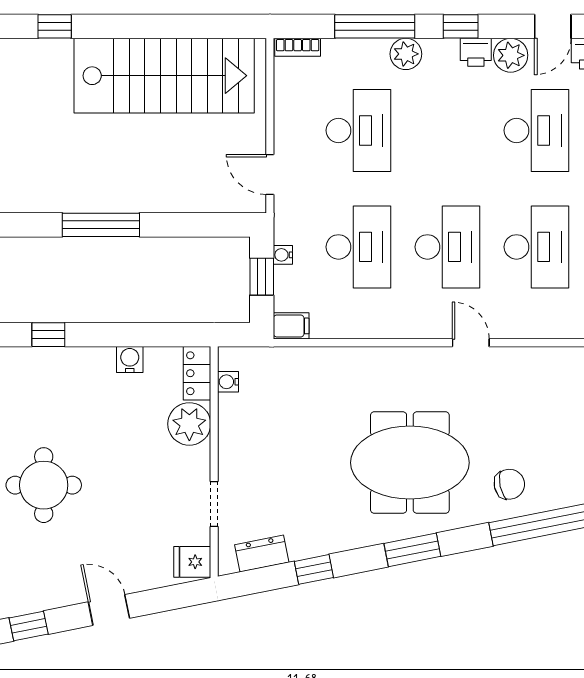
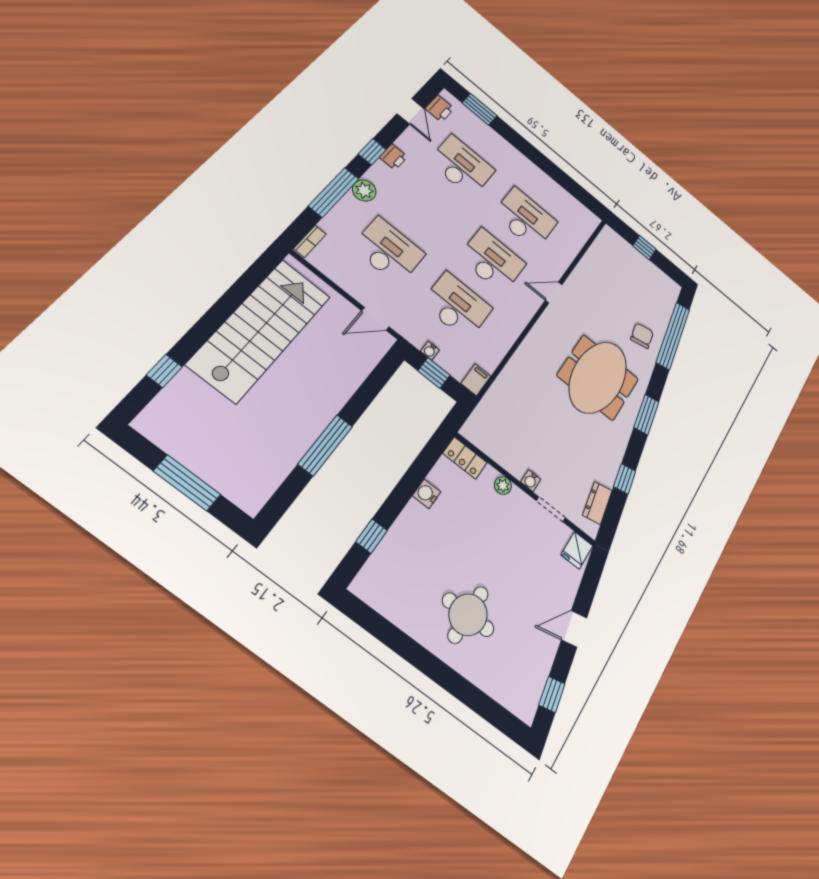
plant: (511, 55) -> (410, 143), removed
water cooler: (228, 382) -> (531, 481), moved
plant: (189, 424) -> (503, 486), width x0.53, depth x0.53

